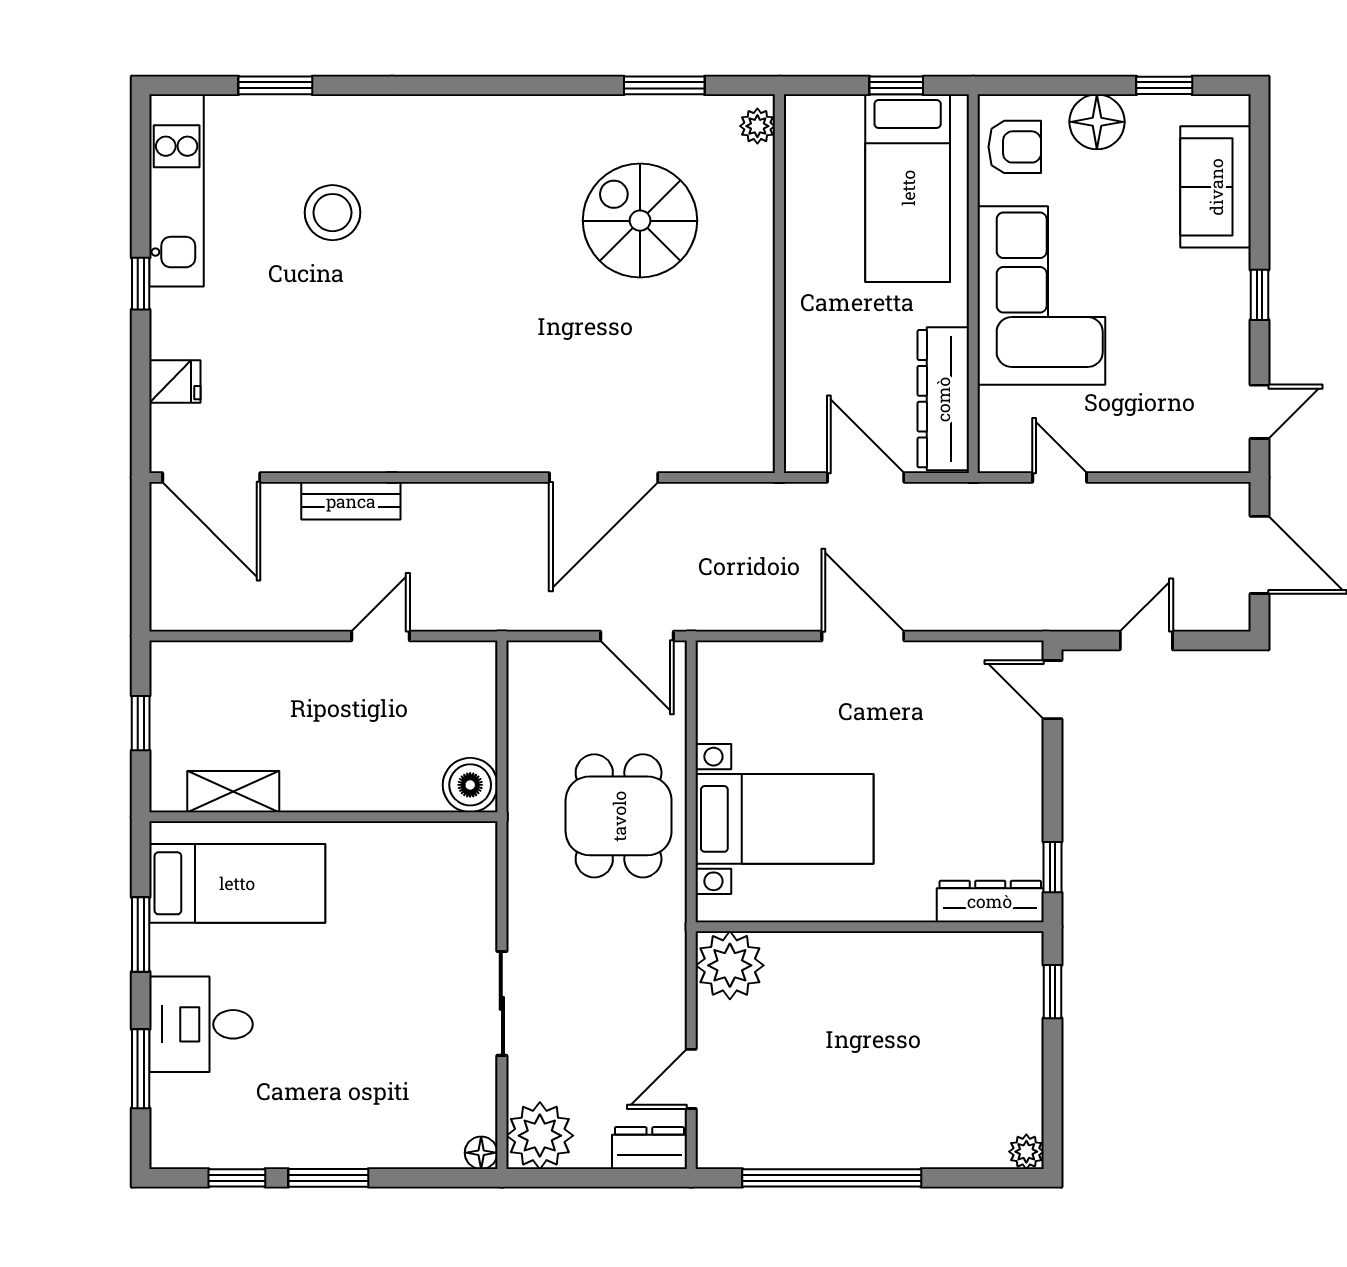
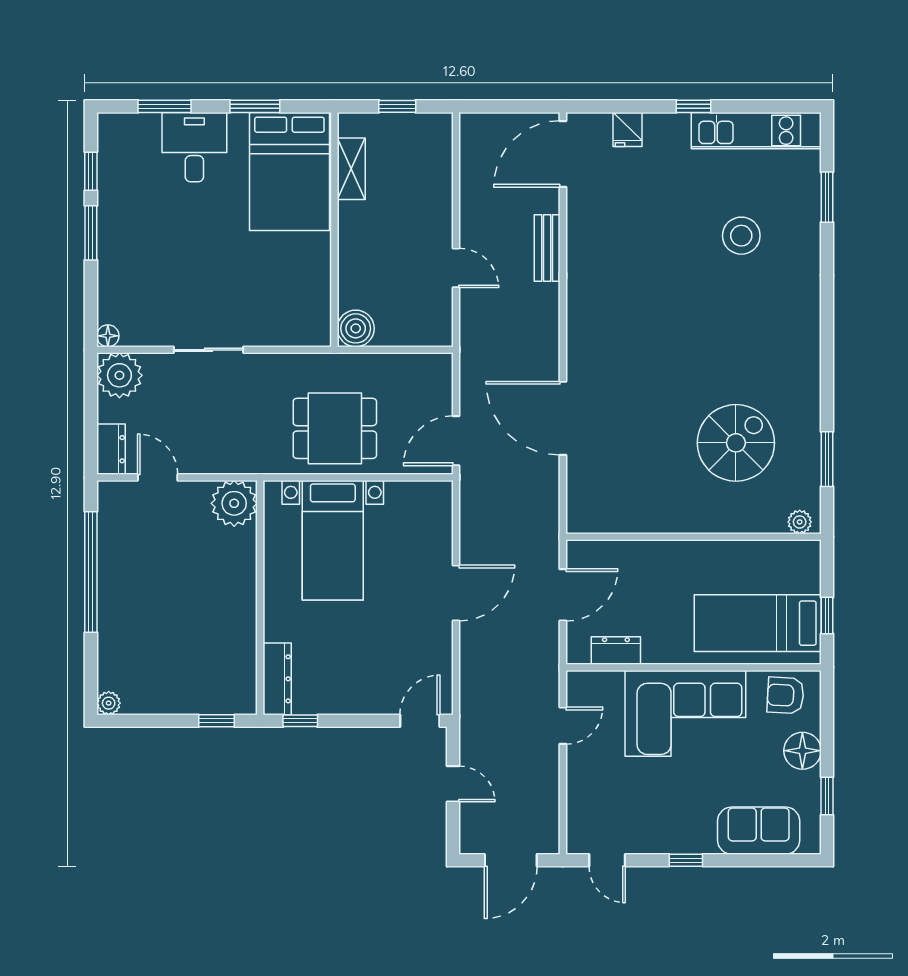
armchair: (1015, 147) -> (786, 695), turned 93
dresser: (943, 399) -> (616, 651), width x0.51, depth x0.80
bed: (237, 883) -> (289, 171), width x1.50

